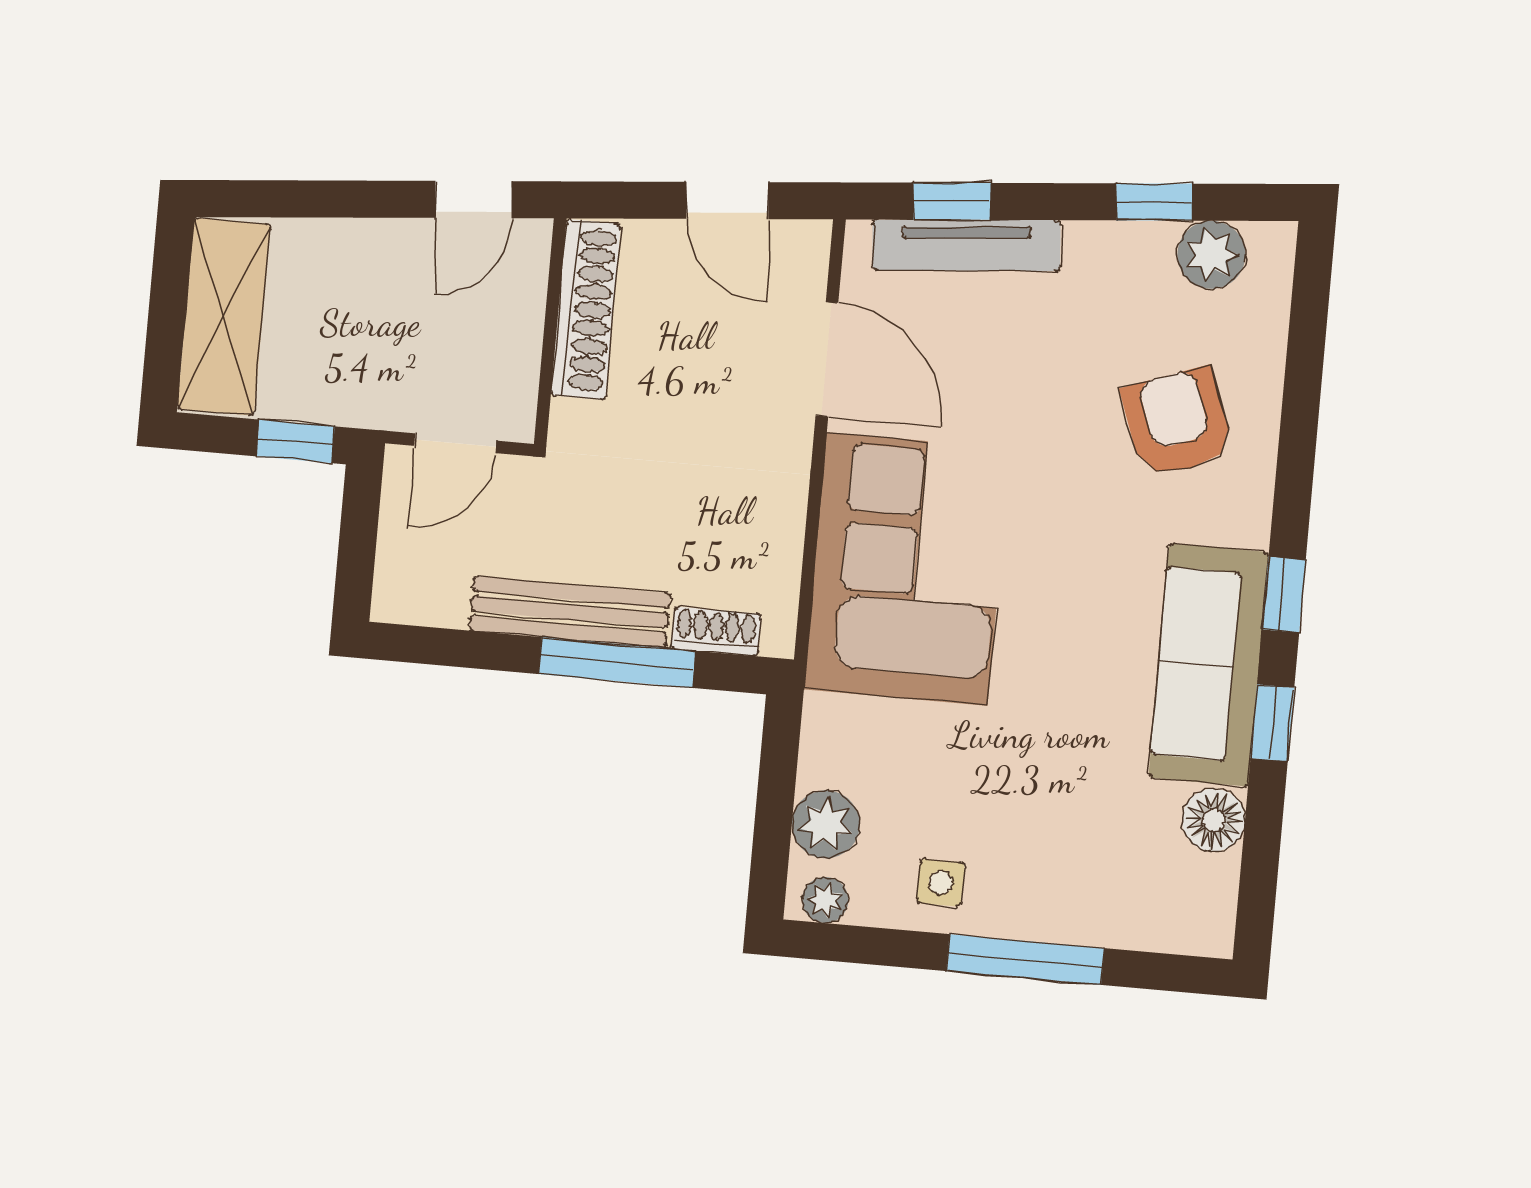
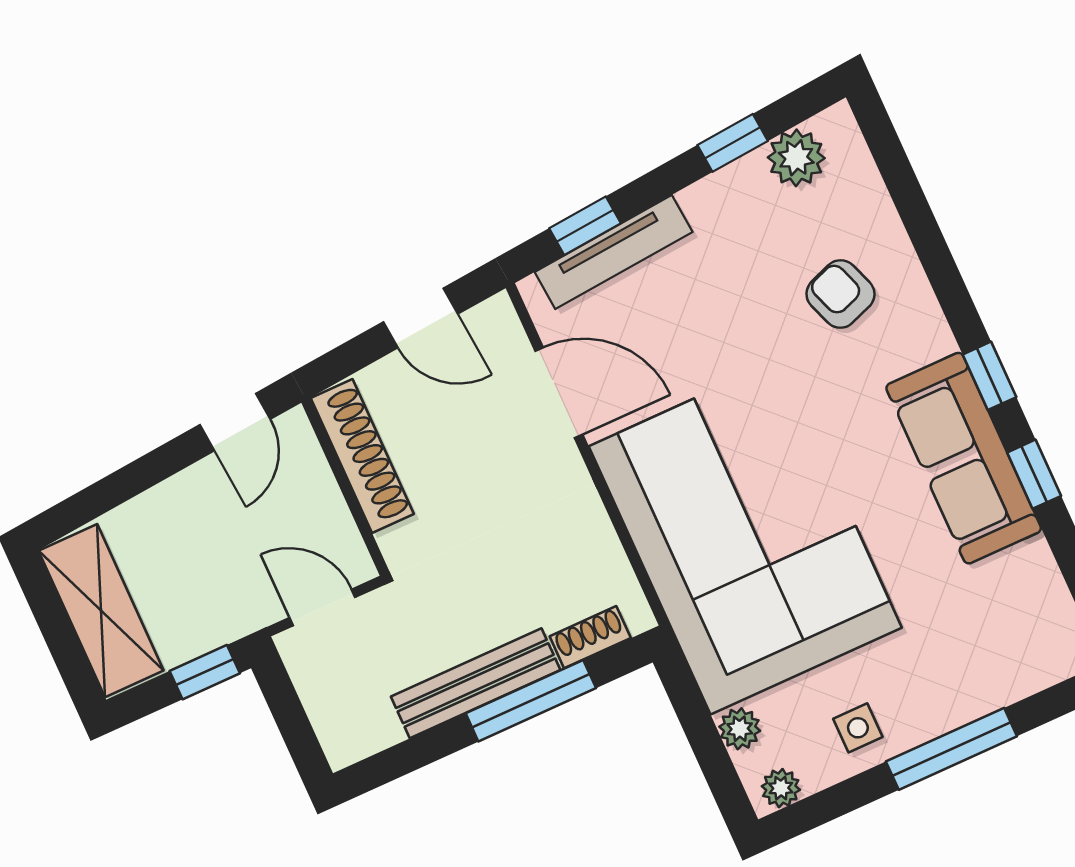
armchair: (1177, 422) -> (840, 294), width x0.72, depth x0.72
door: (455, 443) -> (322, 607), swing flipped
corner sofa: (907, 569) -> (745, 537), width x1.36, depth x1.36
floor lamp: (1214, 820) -> (1031, 569), removed
plant: (826, 824) -> (740, 729), width x0.73, depth x0.73

